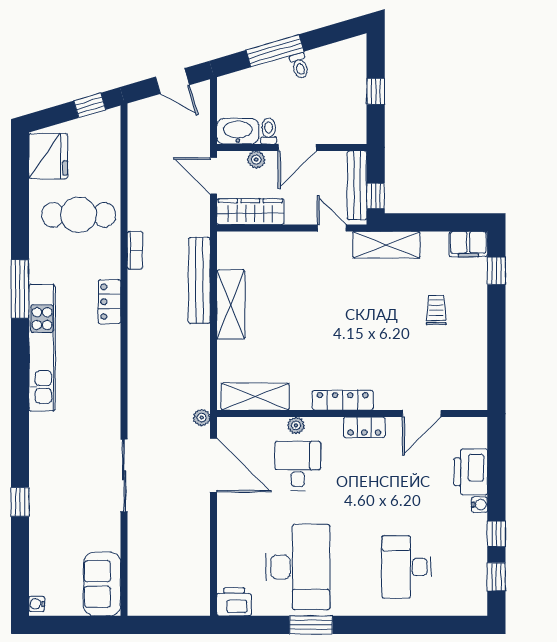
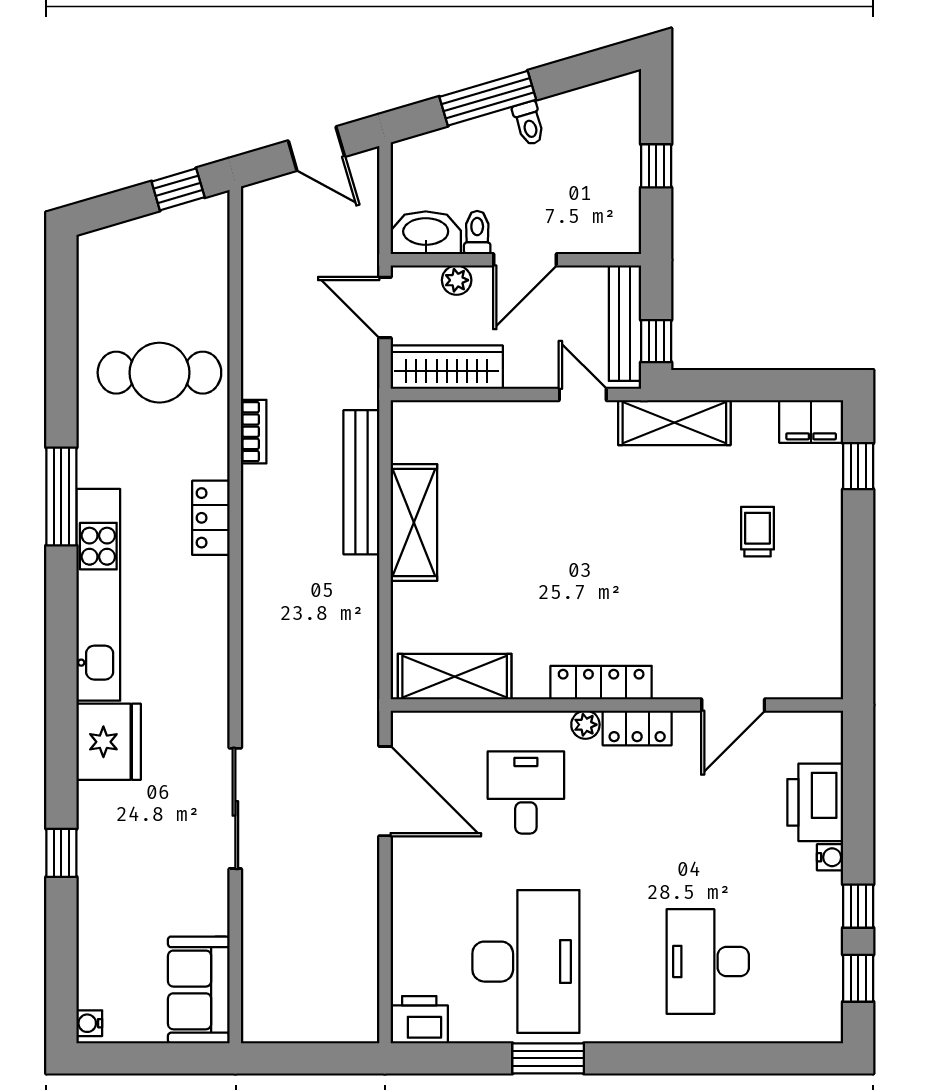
fridge: (48, 156) -> (109, 742), moved
plant: (202, 418) -> (365, 712), removed
plant: (296, 425) -> (585, 725), moved

